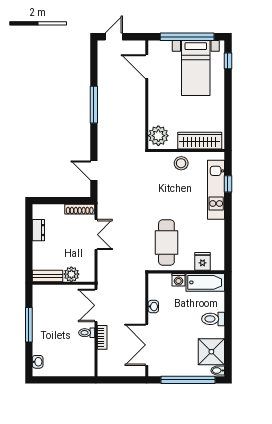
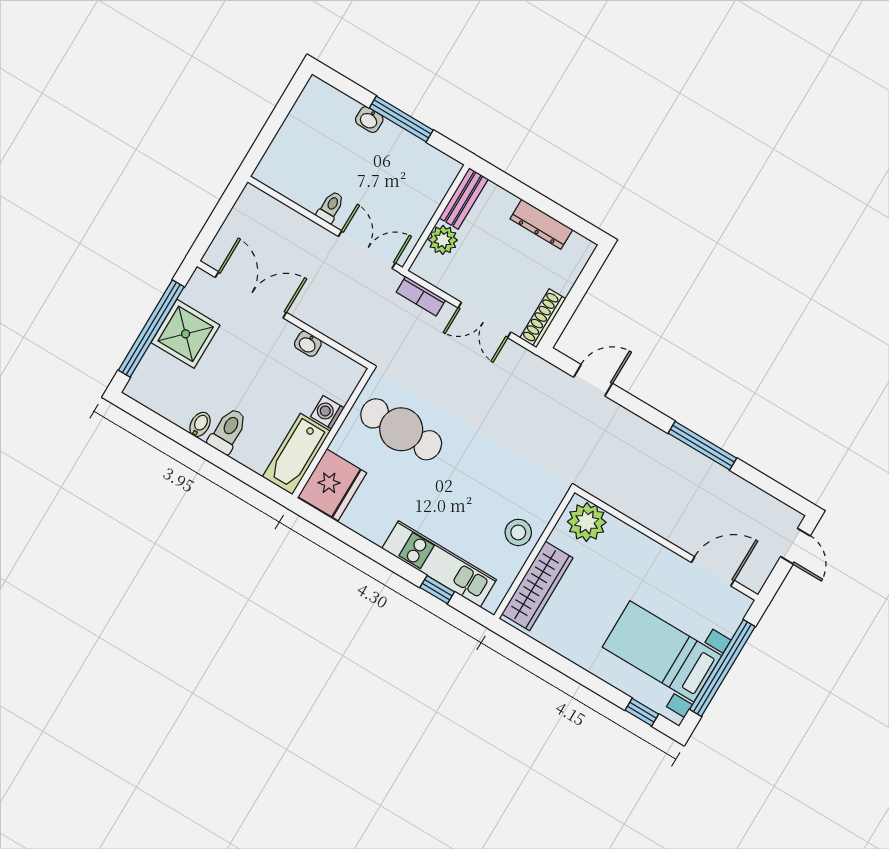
dresser: (38, 230) -> (541, 224), width x1.44
fridge: (203, 261) -> (332, 485), width x1.88, depth x1.34
bookcase: (102, 337) -> (421, 296), moved
shower: (211, 352) -> (186, 334), moved
washbasin: (38, 362) -> (369, 120), moved
bidet: (218, 370) -> (200, 424), moved

